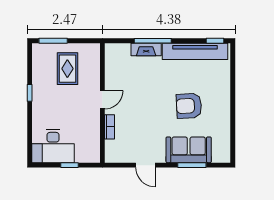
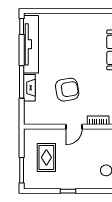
rug: (67, 69) -> (46, 157), turned 90
door: (102, 100) -> (74, 127), swing flipped
armchair: (189, 106) -> (67, 90), moved, turned -97

